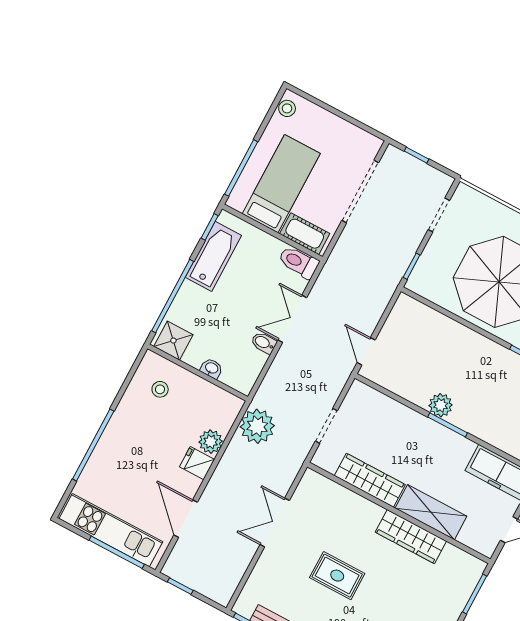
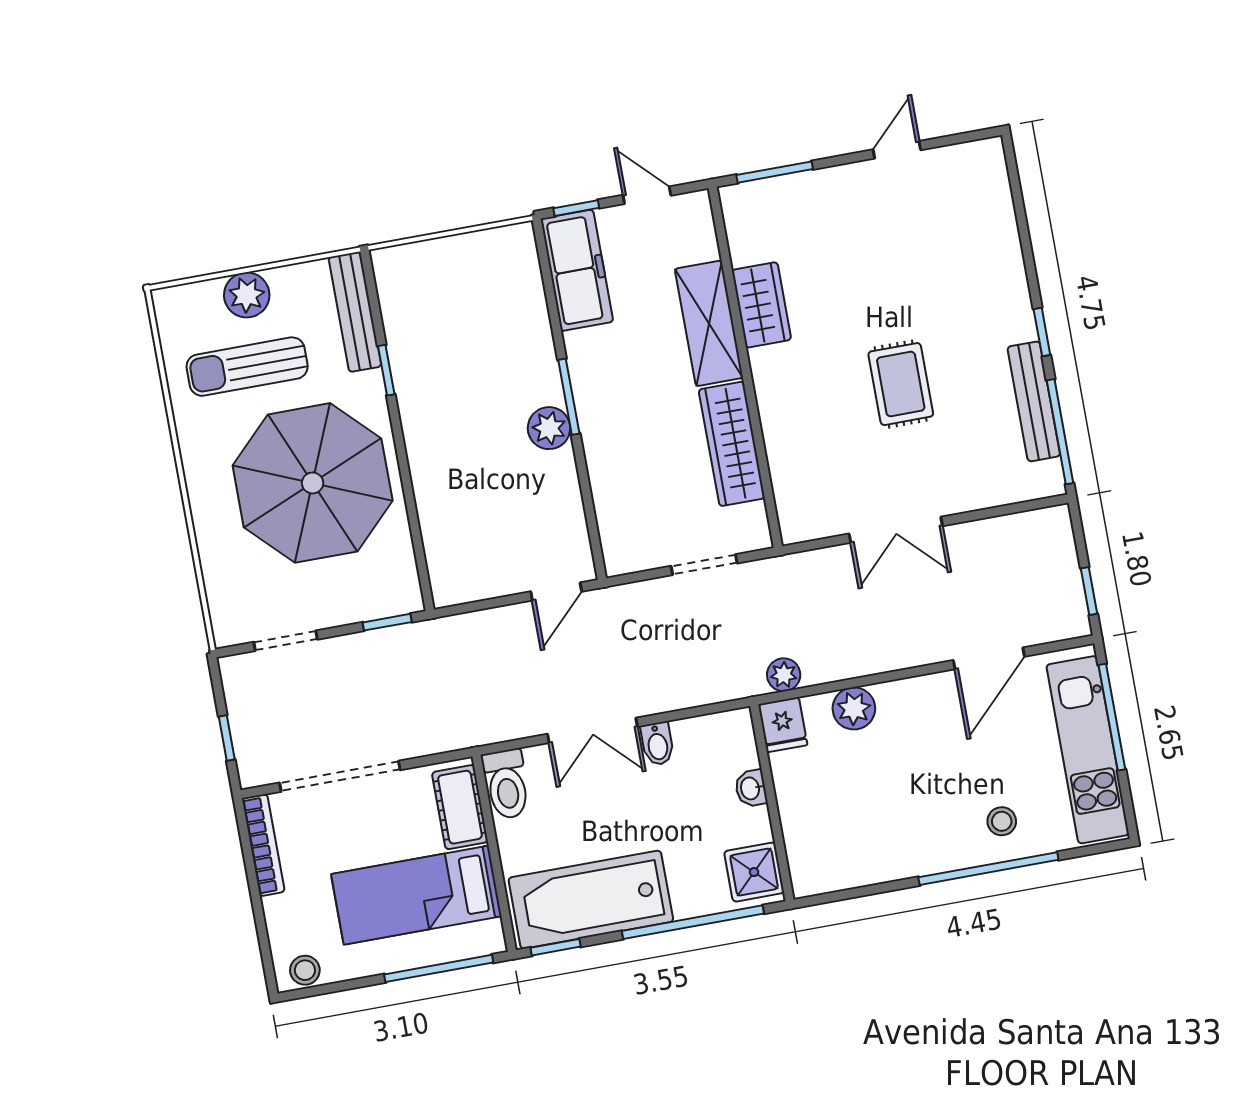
bookcase: (357, 134) -> (263, 845), added
bathtub: (213, 256) -> (591, 900), width x1.36, depth x1.36
stool: (160, 389) -> (1002, 821), moved
plant: (257, 426) -> (784, 675), width x0.53, depth x0.53
fridge: (197, 463) -> (783, 725), moved
wardrobe: (411, 537) -> (761, 305), width x0.67

